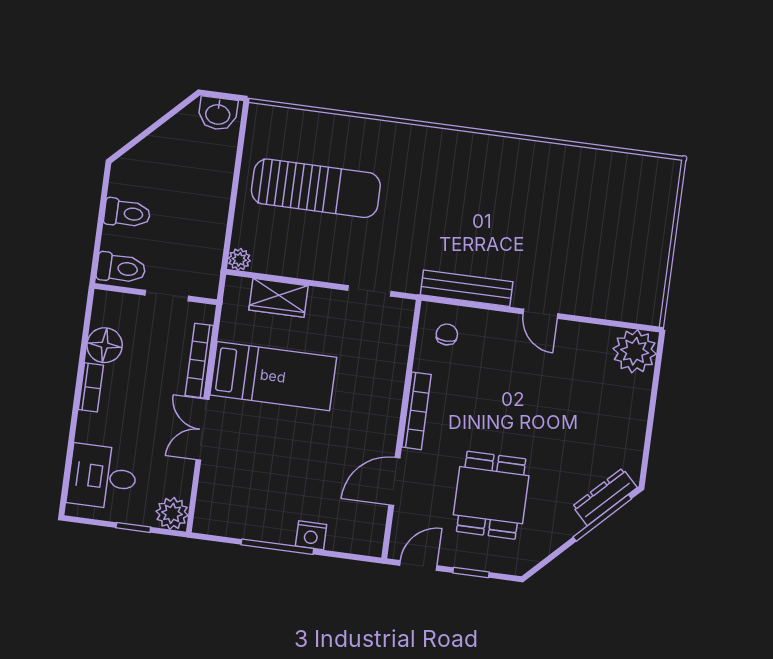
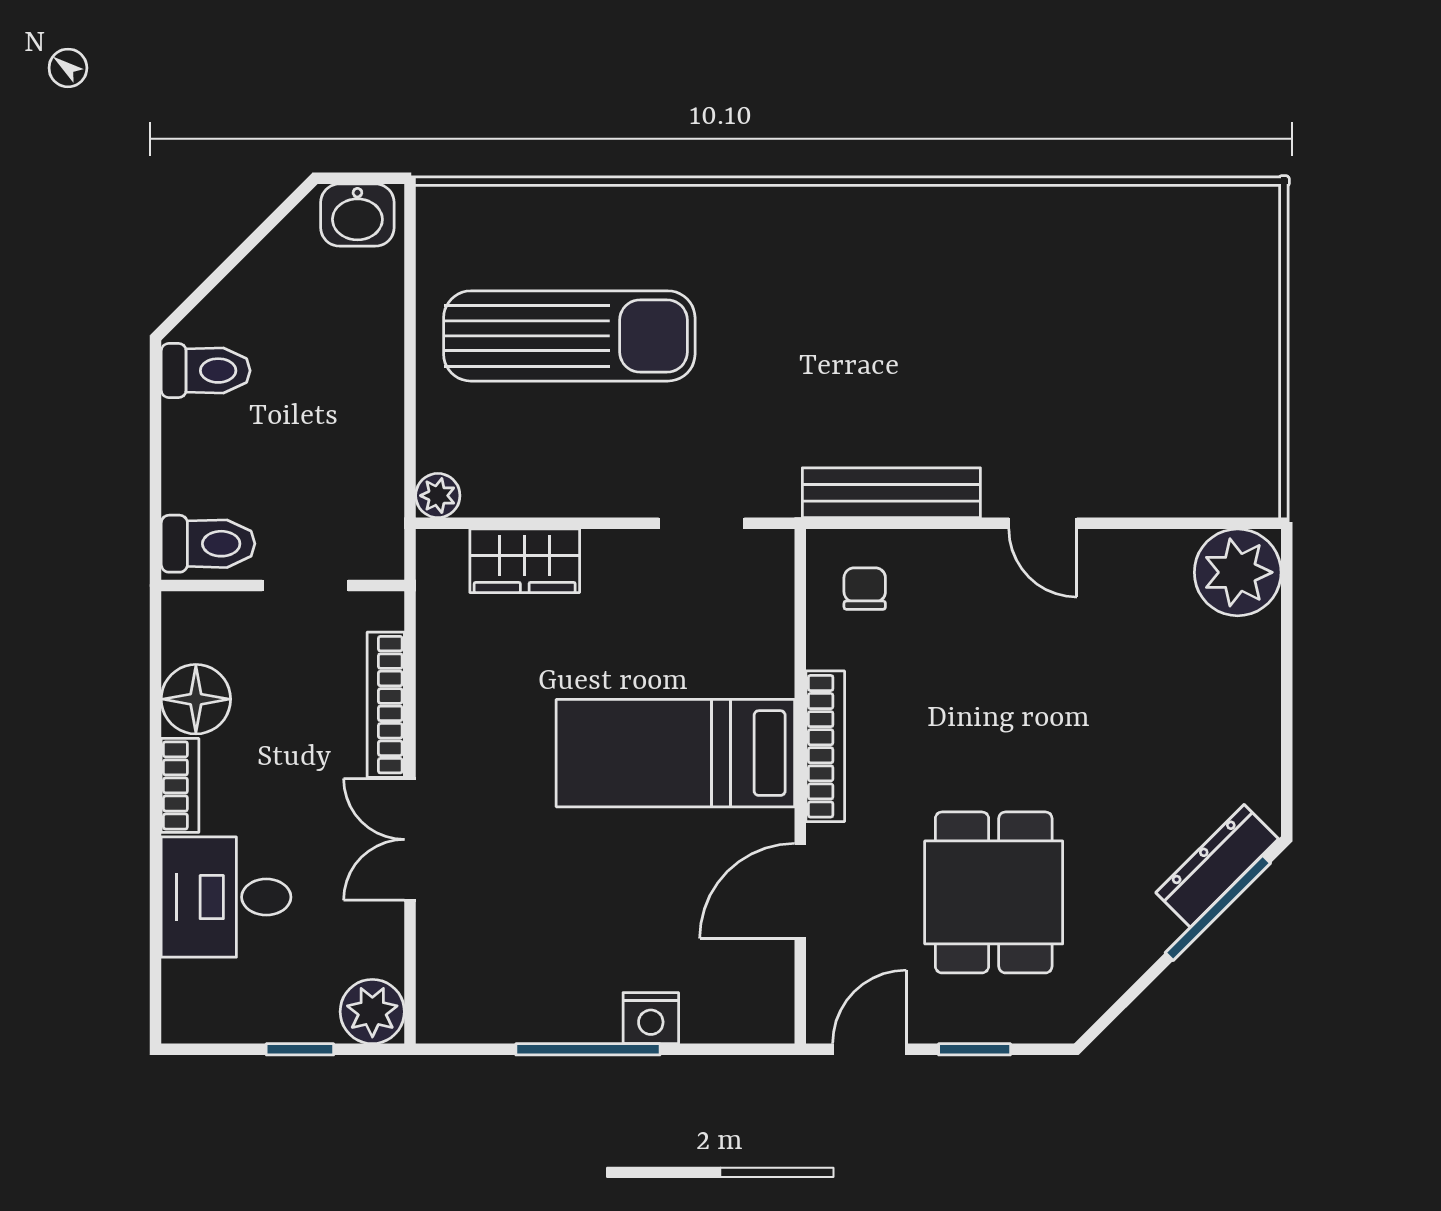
toilet: (127, 213) -> (206, 371), moved
bed: (273, 376) -> (675, 753), moved, turned 180
desk: (102, 477) -> (226, 897), moved

